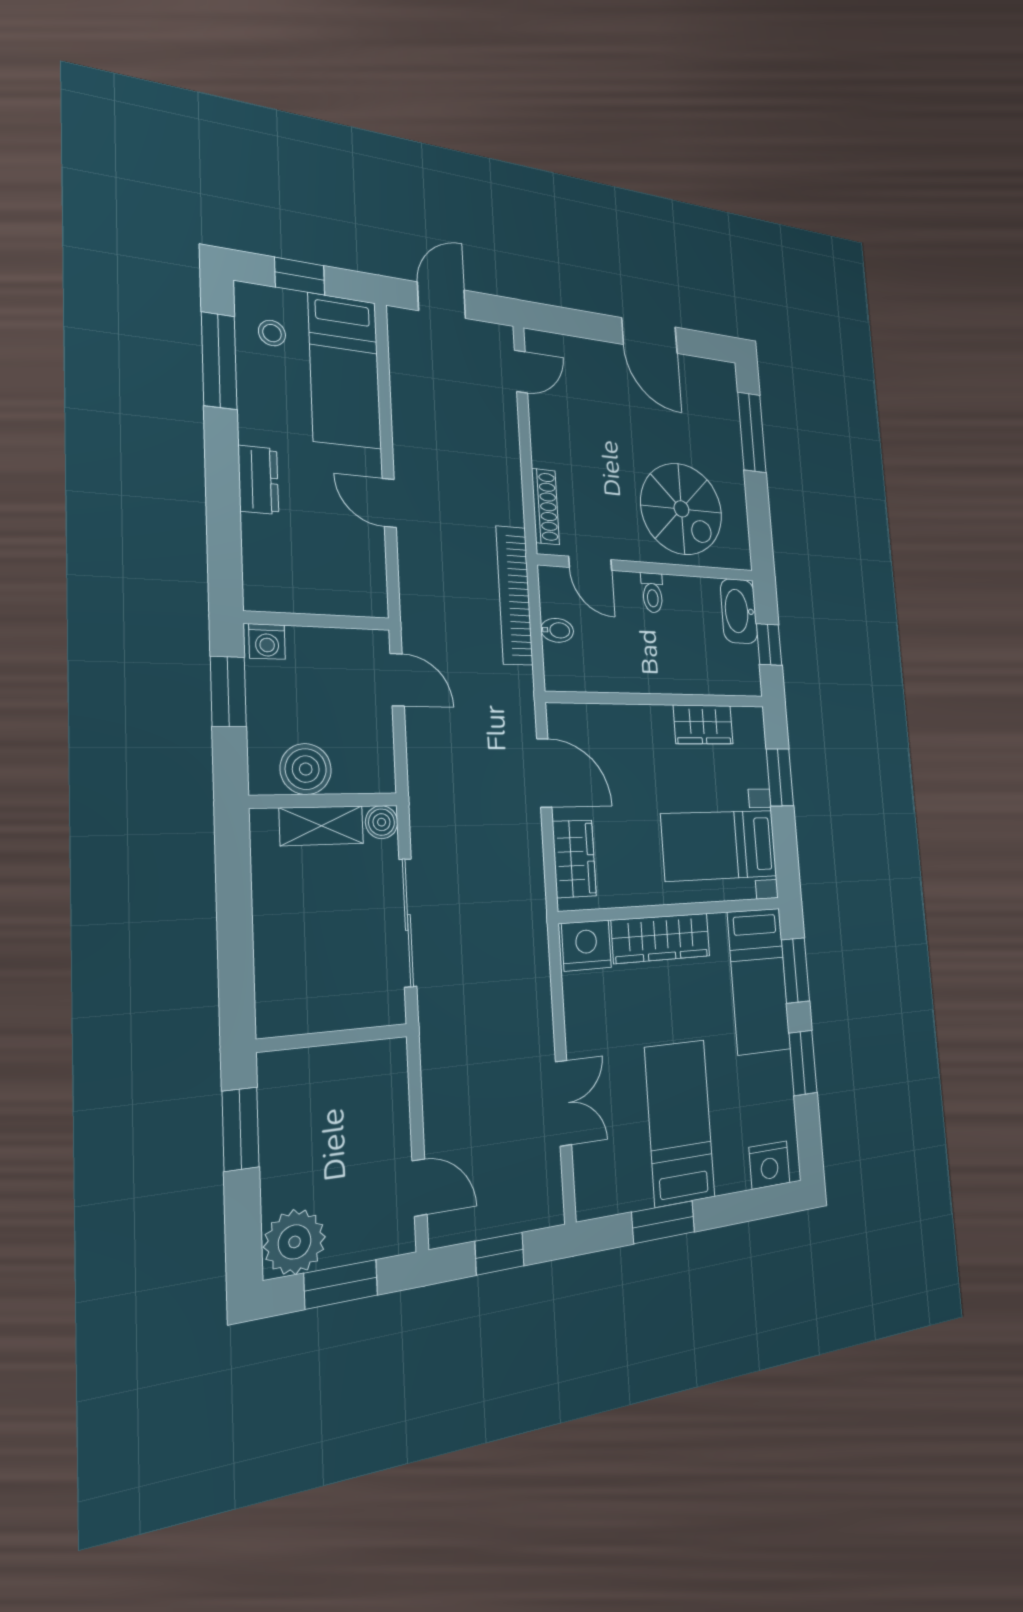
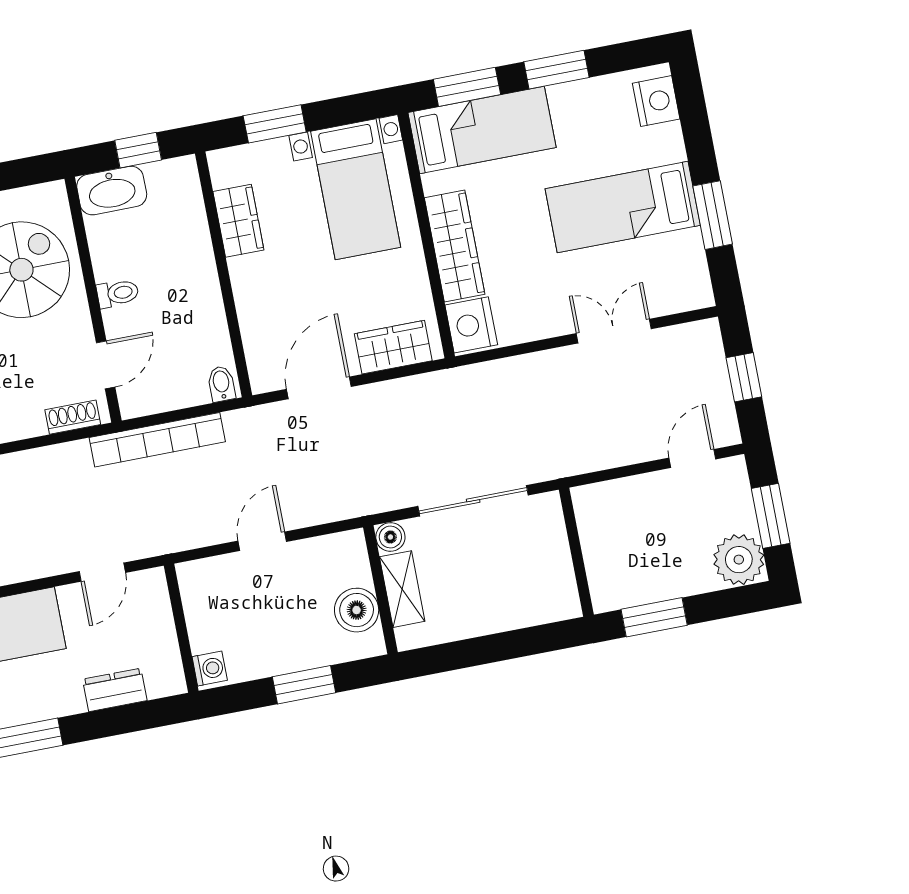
shoe rack: (545, 507) -> (73, 417), width x0.70
wall: (318, 621) -> (181, 628), moved
bidet: (557, 630) -> (221, 384), moved
washing machine: (267, 642) -> (210, 668), moved

